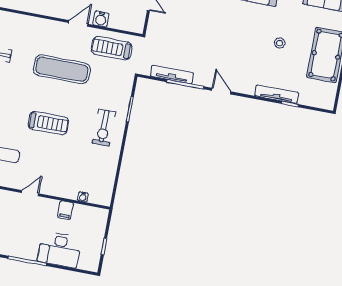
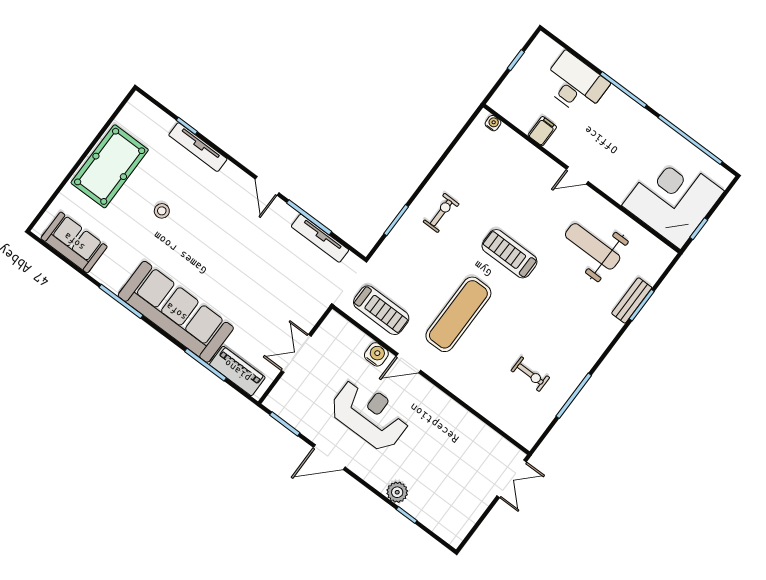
exercise mat: (62, 69) -> (458, 314), turned 90
exercise bike: (104, 128) -> (441, 213), width x0.73, depth x0.72
water cooler: (83, 197) -> (493, 123), moved

